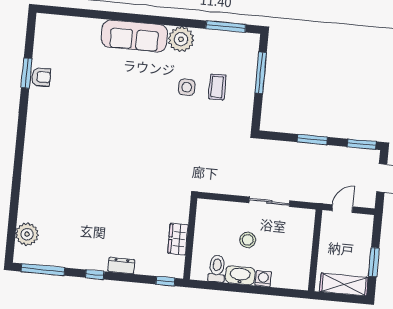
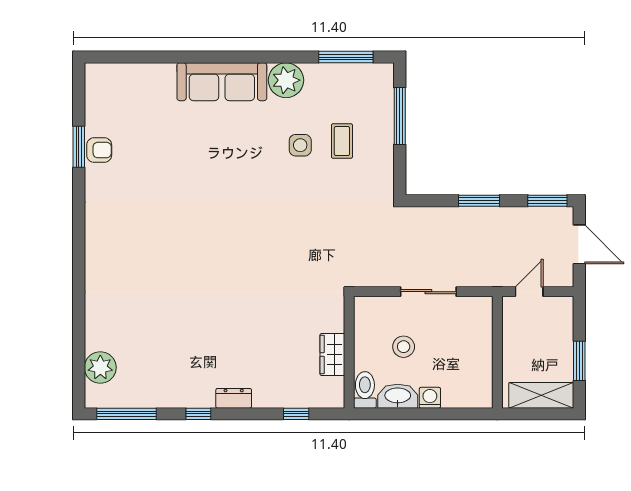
wall: (190, 238) -> (349, 352), moved
wardrobe: (178, 239) -> (332, 354), moved

